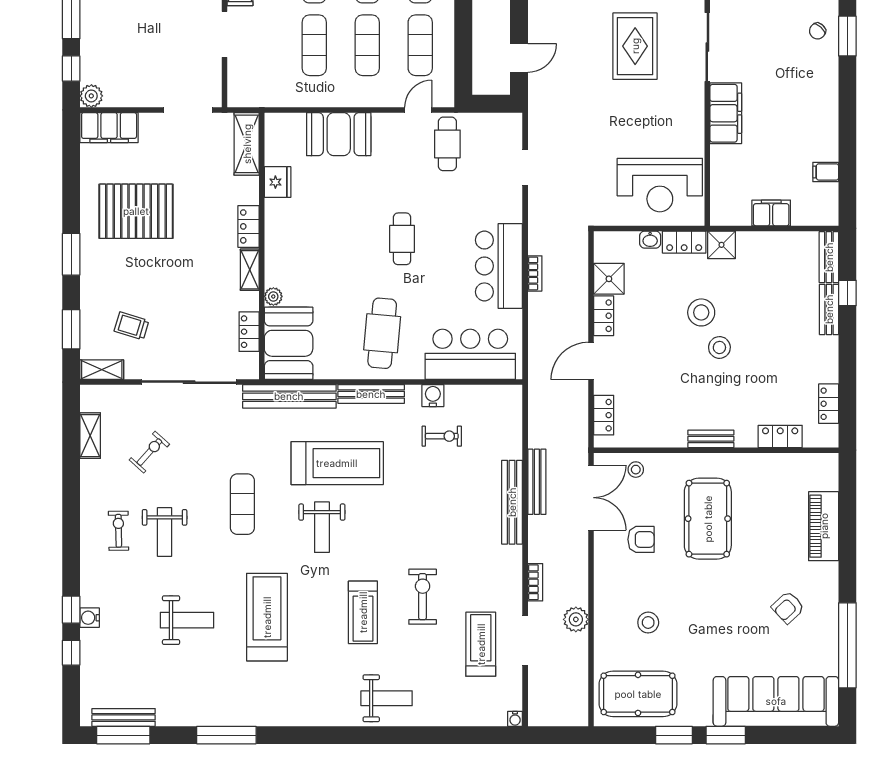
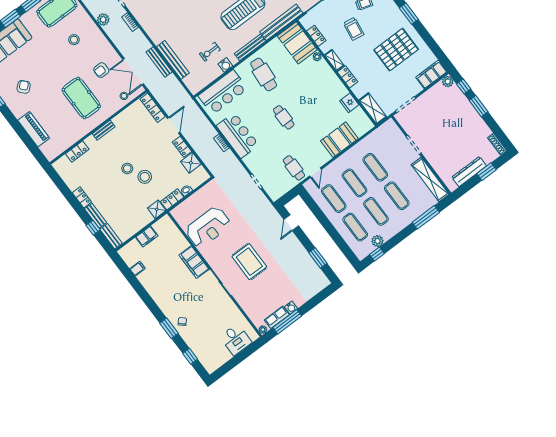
reception desk: (660, 185) -> (208, 227), moved, turned 180
trolley: (180, 297) -> (354, 29), added
locker: (829, 404) -> (82, 197), moved
locker: (604, 415) -> (153, 108), width x1.53
bench: (512, 502) -> (173, 60), moved

